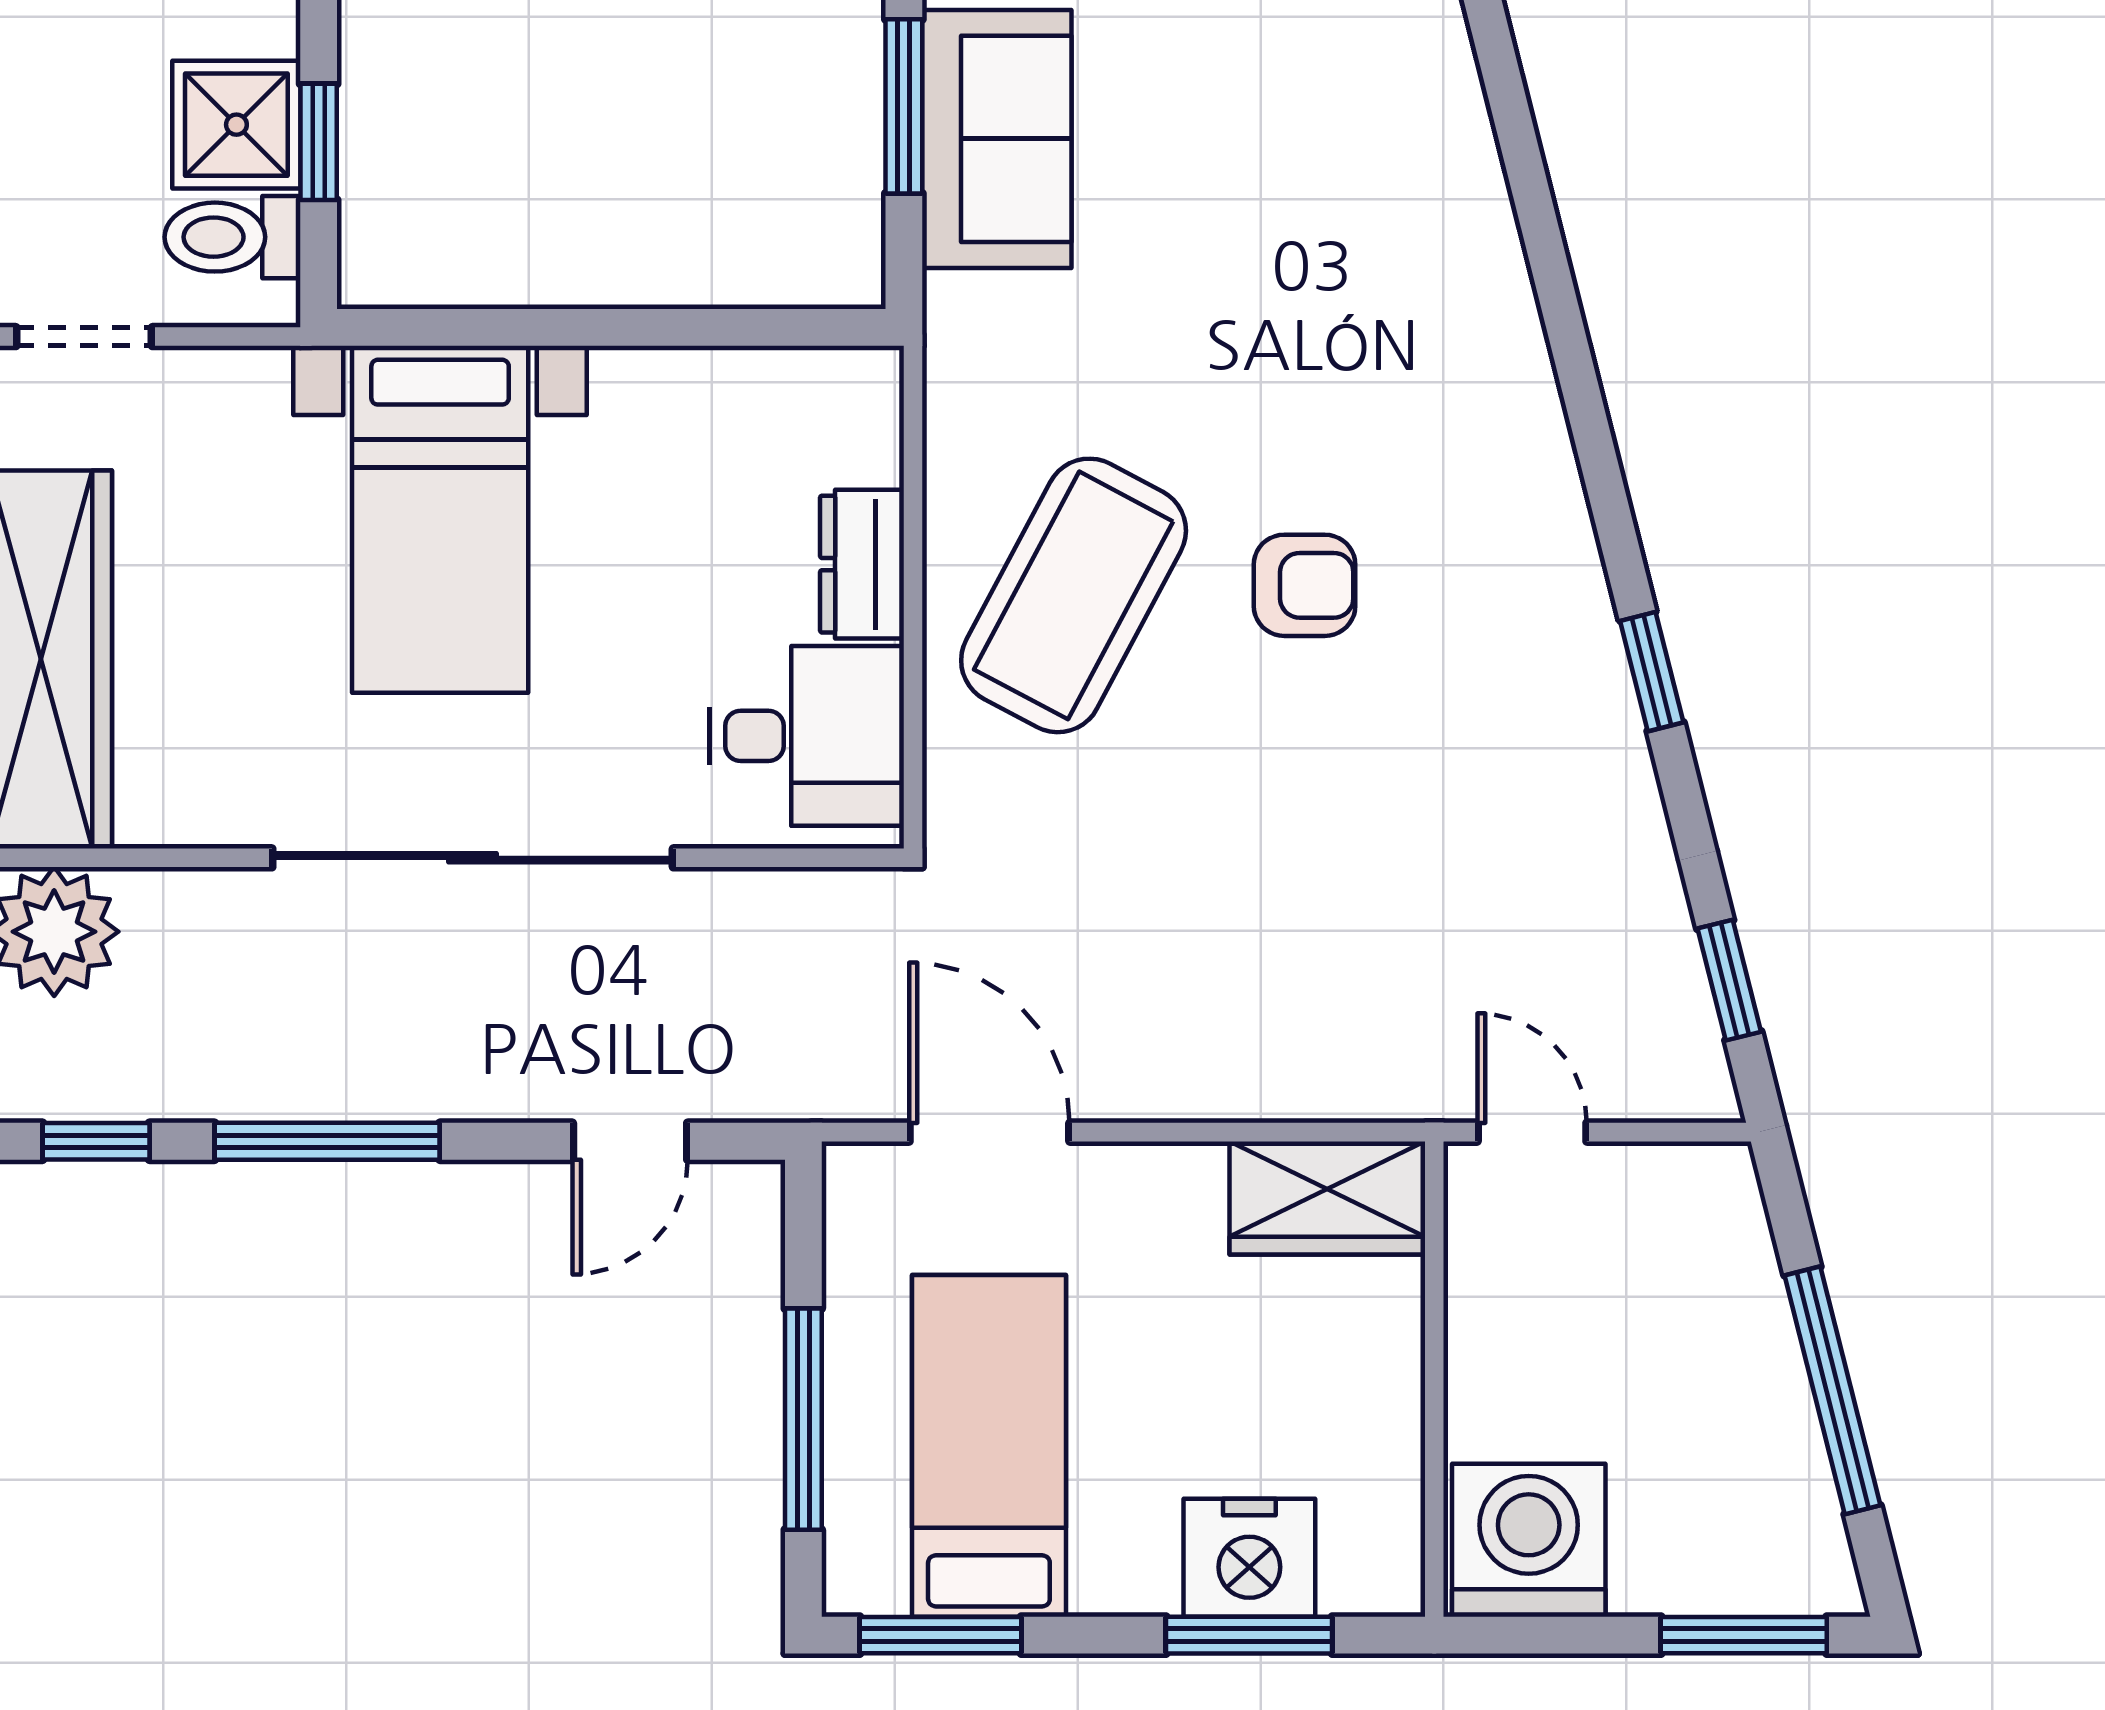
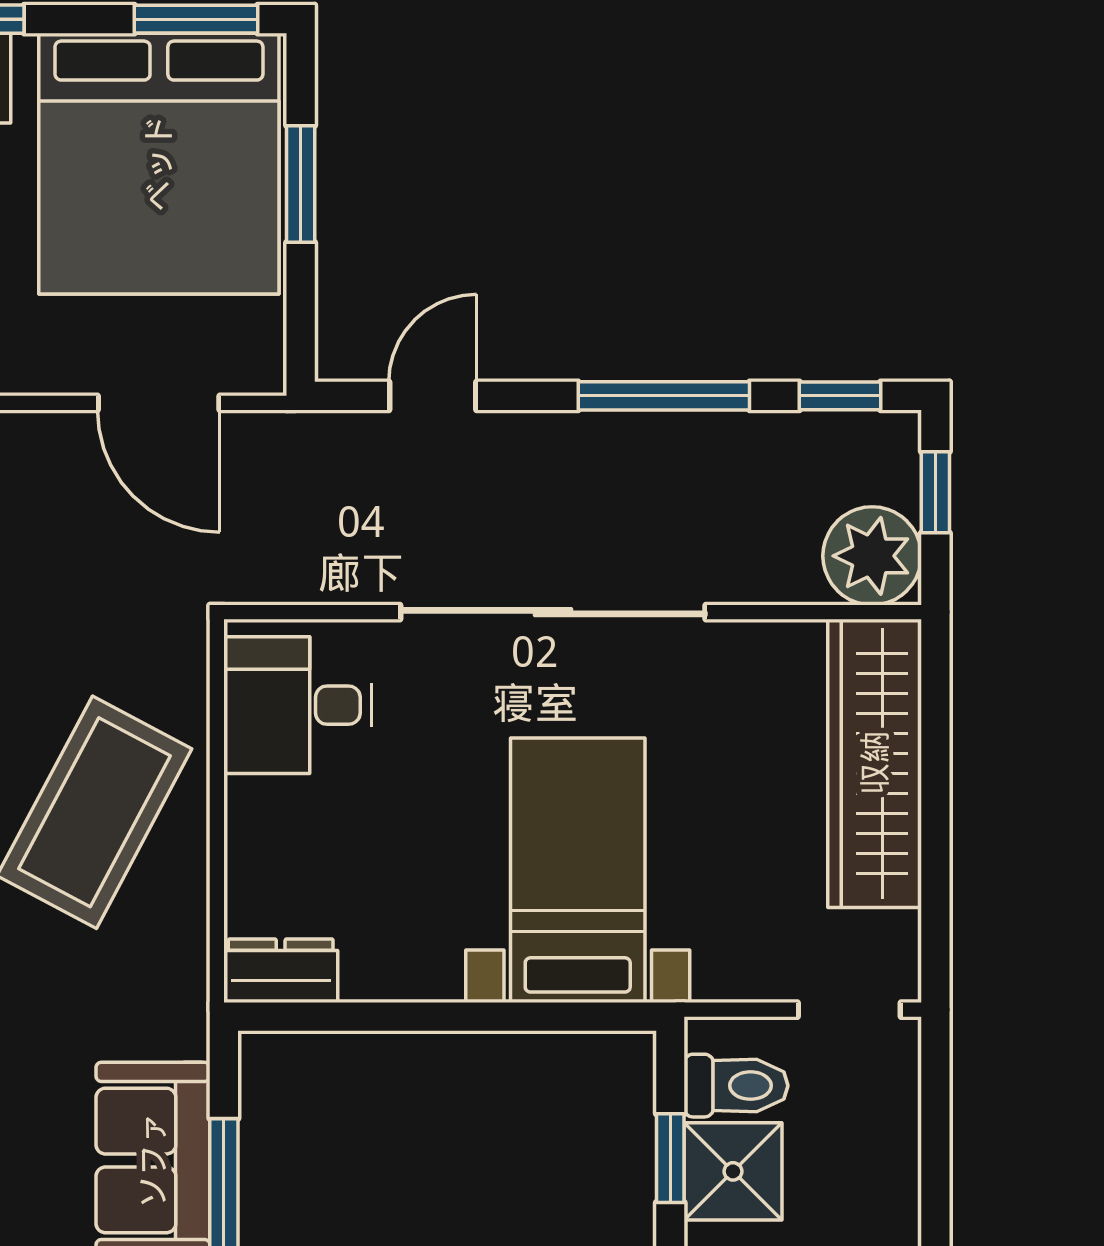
dresser: (862, 564) -> (281, 971), moved, turned -90
window: (803, 1419) -> (301, 184), width x0.69
bed: (989, 1446) -> (159, 164), width x2.04

